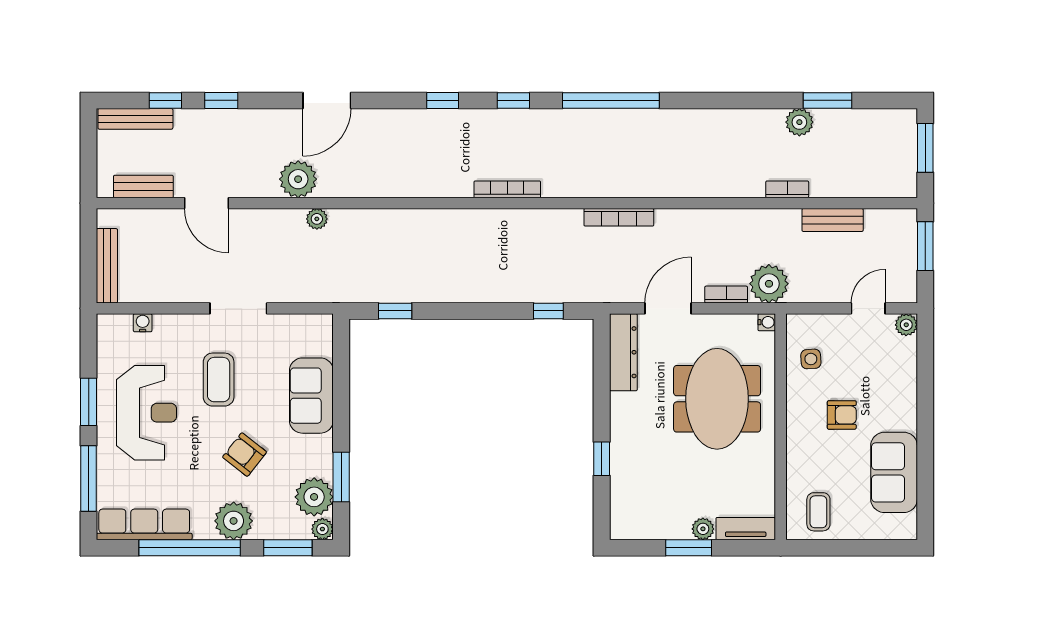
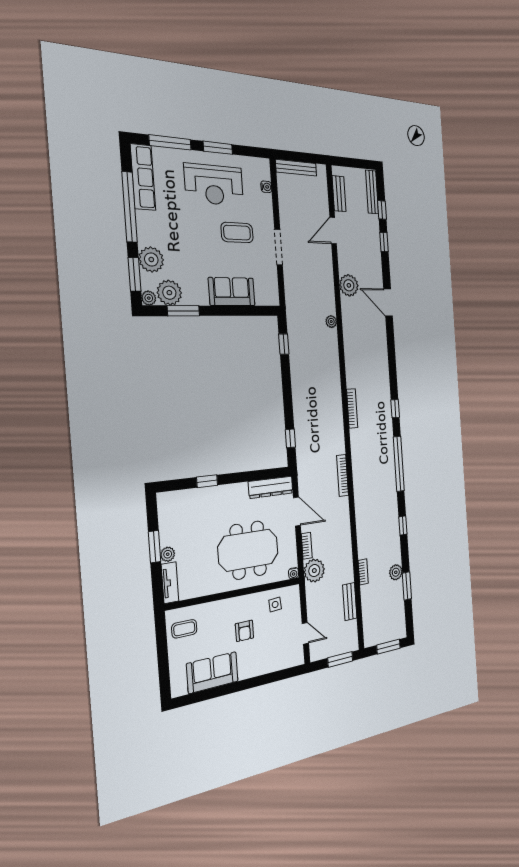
window: (443, 100) -> (403, 525), moved
plant: (317, 219) -> (331, 322), moved
plant: (906, 325) -> (298, 659), removed
armchair: (245, 455) -> (193, 247), removed
plant: (234, 521) -> (151, 260), moved

